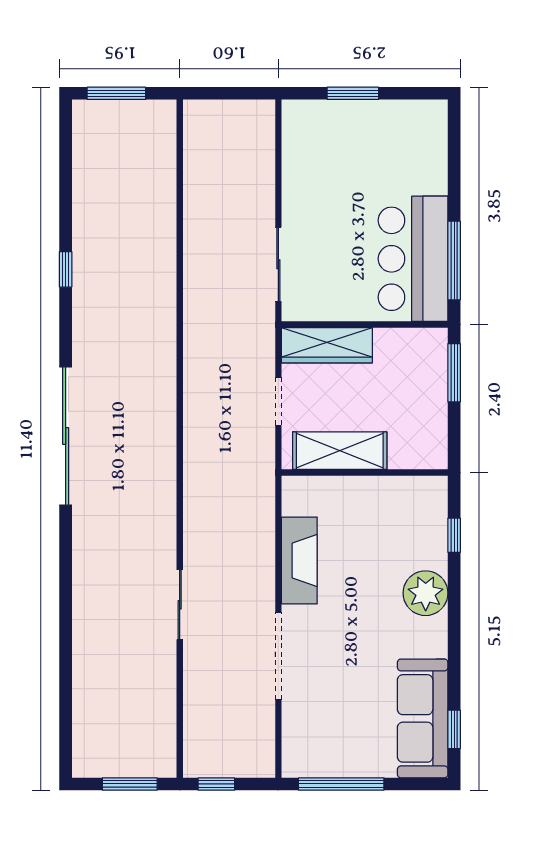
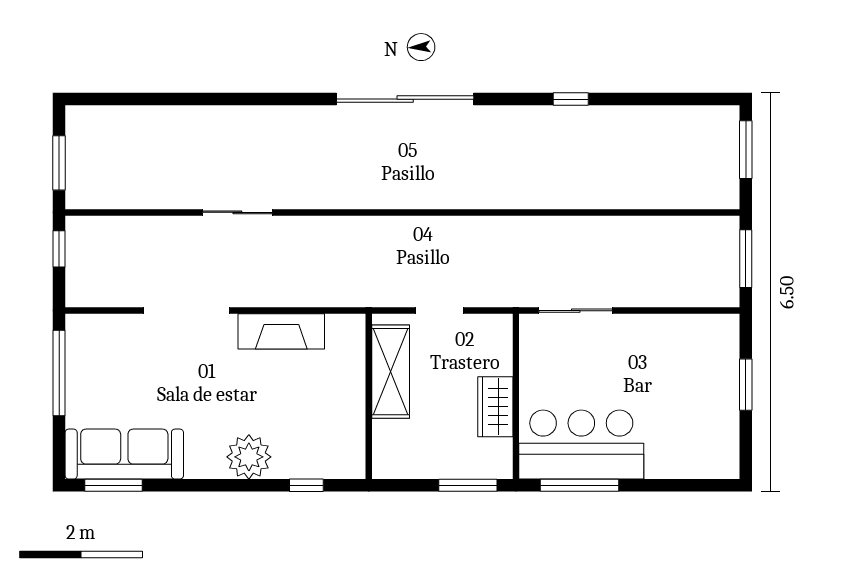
window: (226, 93) -> (746, 259), added
wardrobe: (327, 345) -> (495, 407), moved, width x0.67
window: (454, 729) -> (113, 485), width x1.50

